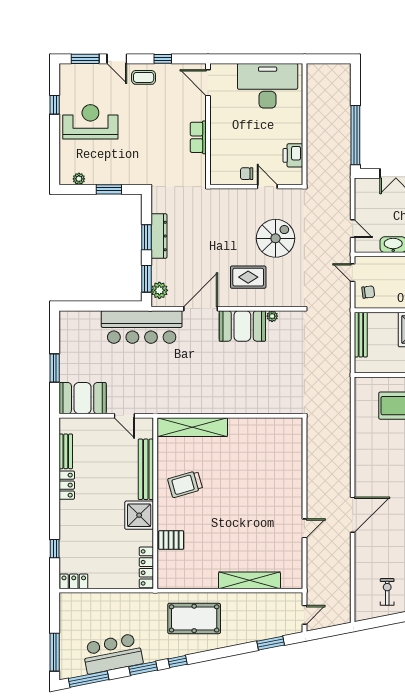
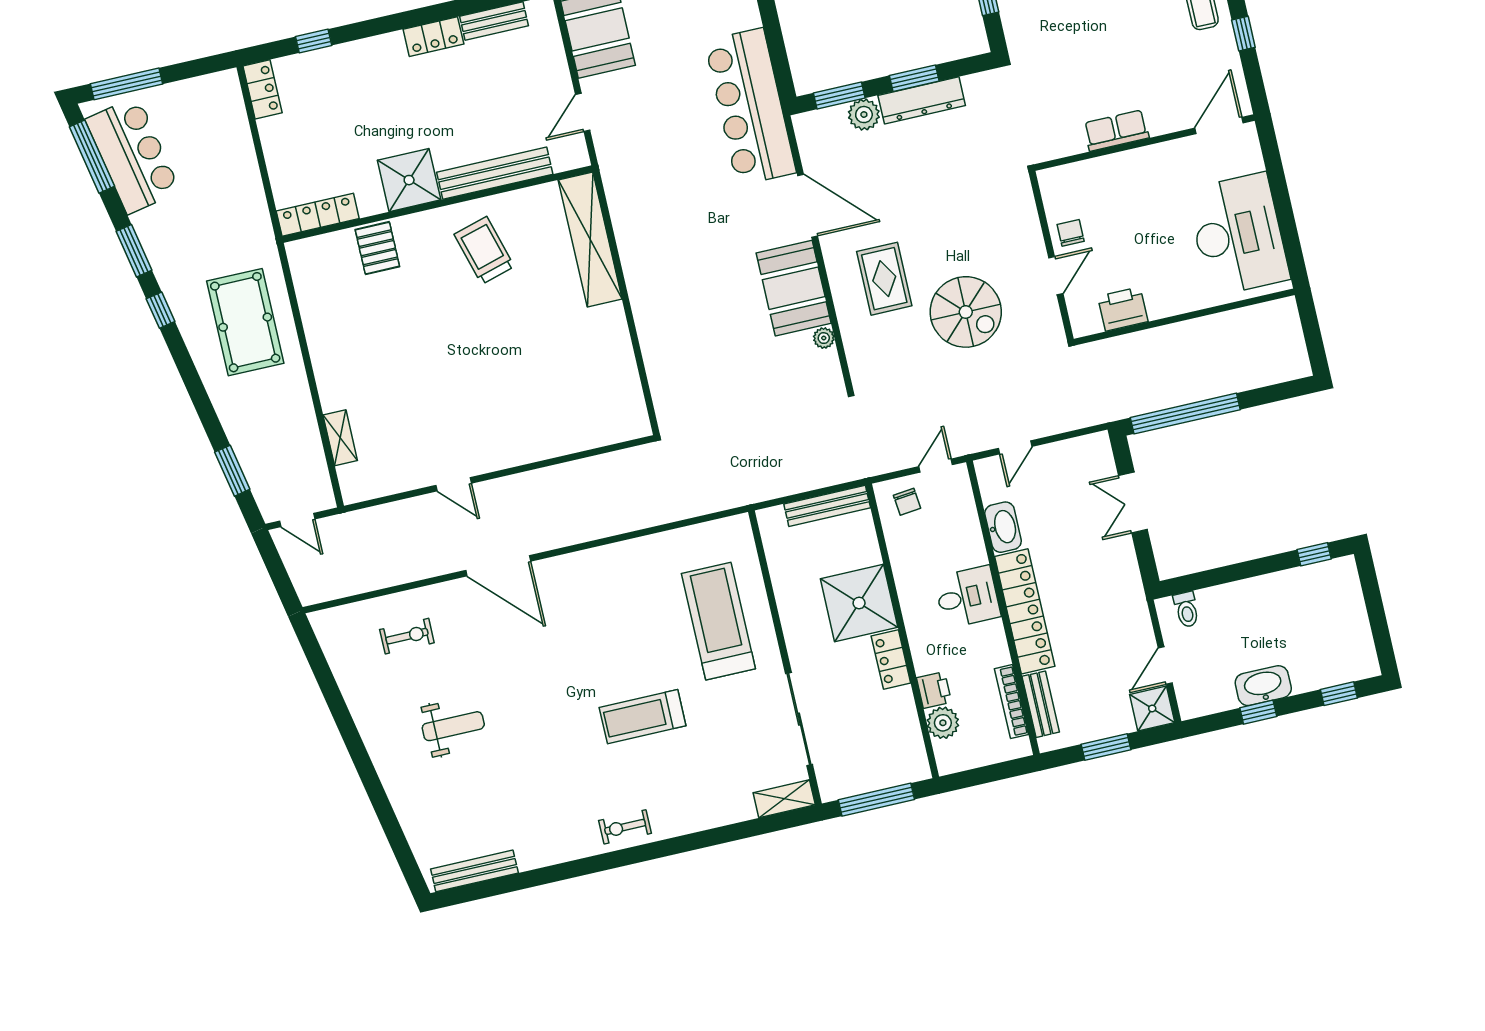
plant: (159, 290) -> (864, 115), moved
shelving: (249, 580) -> (340, 438), width x0.45, depth x0.75
exercise bike: (387, 592) -> (407, 636), moved
bar counter: (113, 654) -> (133, 155), moved

